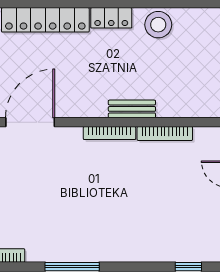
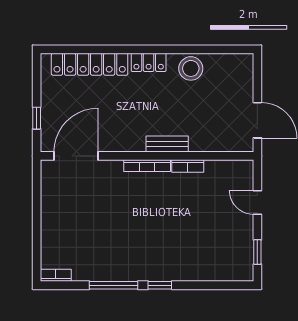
bookcase: (165, 133) -> (188, 166), width x0.64
window: (188, 267) -> (160, 285), moved

